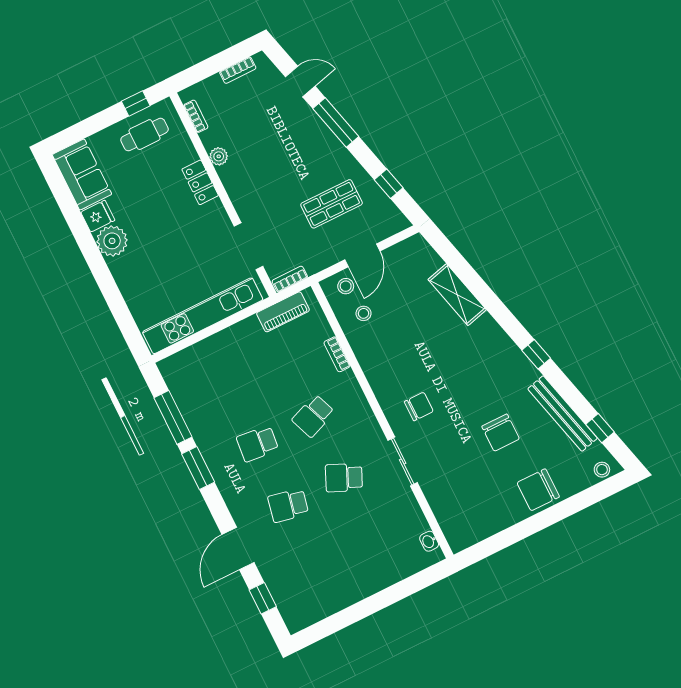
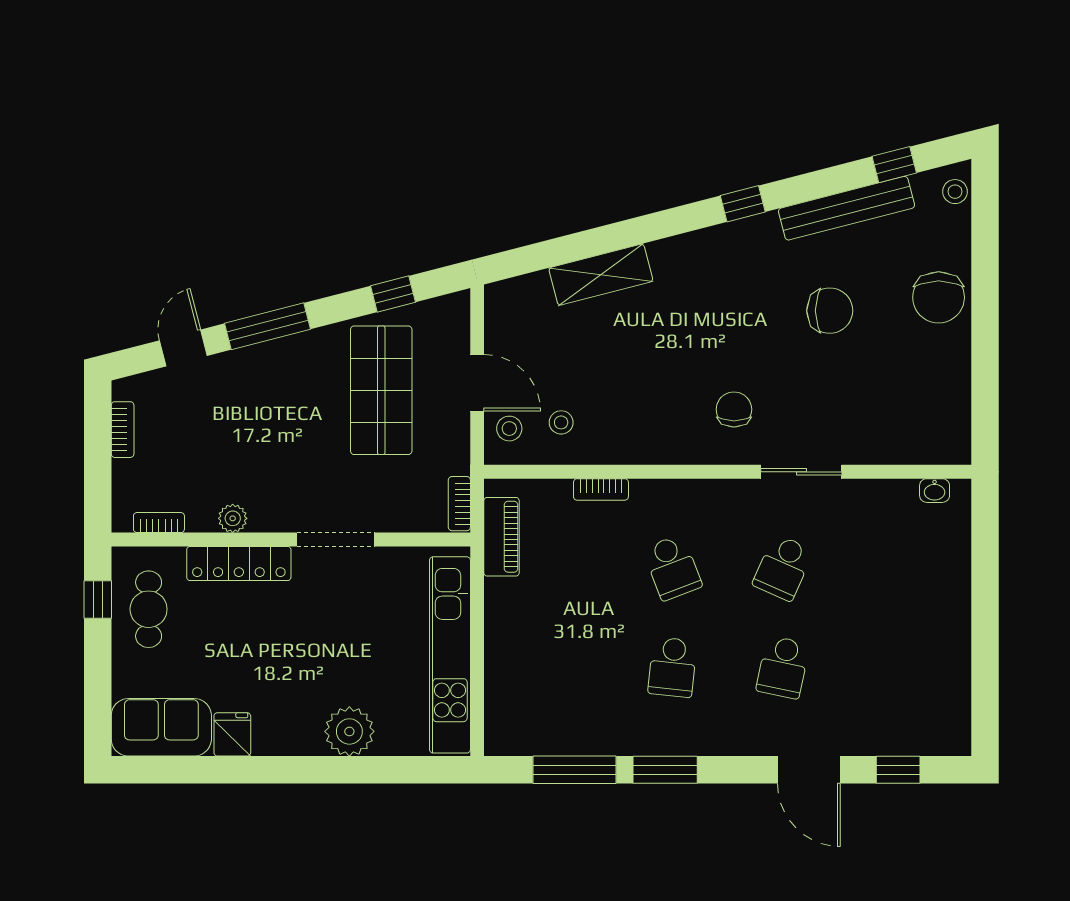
locker: (200, 182) -> (239, 563), width x1.53
shop shelf: (332, 204) -> (381, 390), width x1.43, depth x1.36
plant: (112, 241) -> (349, 731), moved
doorway: (249, 246) -> (336, 539), moved

